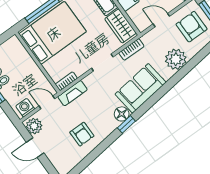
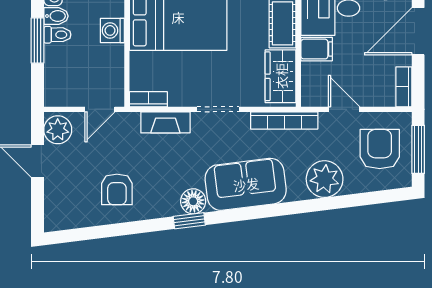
bookcase: (131, 49) -> (284, 120), width x1.56
fireplace: (72, 93) -> (165, 122), moved
door: (47, 102) -> (100, 109), swing flipped
washing machine: (25, 108) -> (112, 30), moved, turned -90

